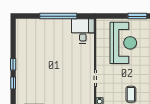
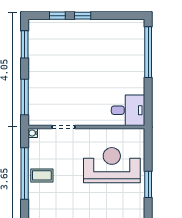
window: (58, 16) -> (148, 52), moved
reception desk: (123, 43) -> (112, 165), turned 180

